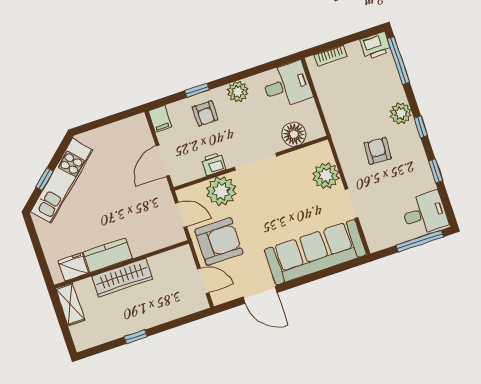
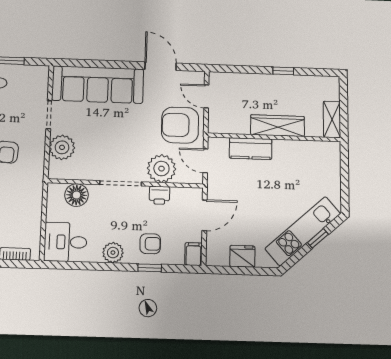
armchair: (205, 113) -> (150, 244), turned 90
kitchen counter: (108, 255) -> (251, 149), moved
fridge: (73, 267) -> (242, 256), moved, turned 180

